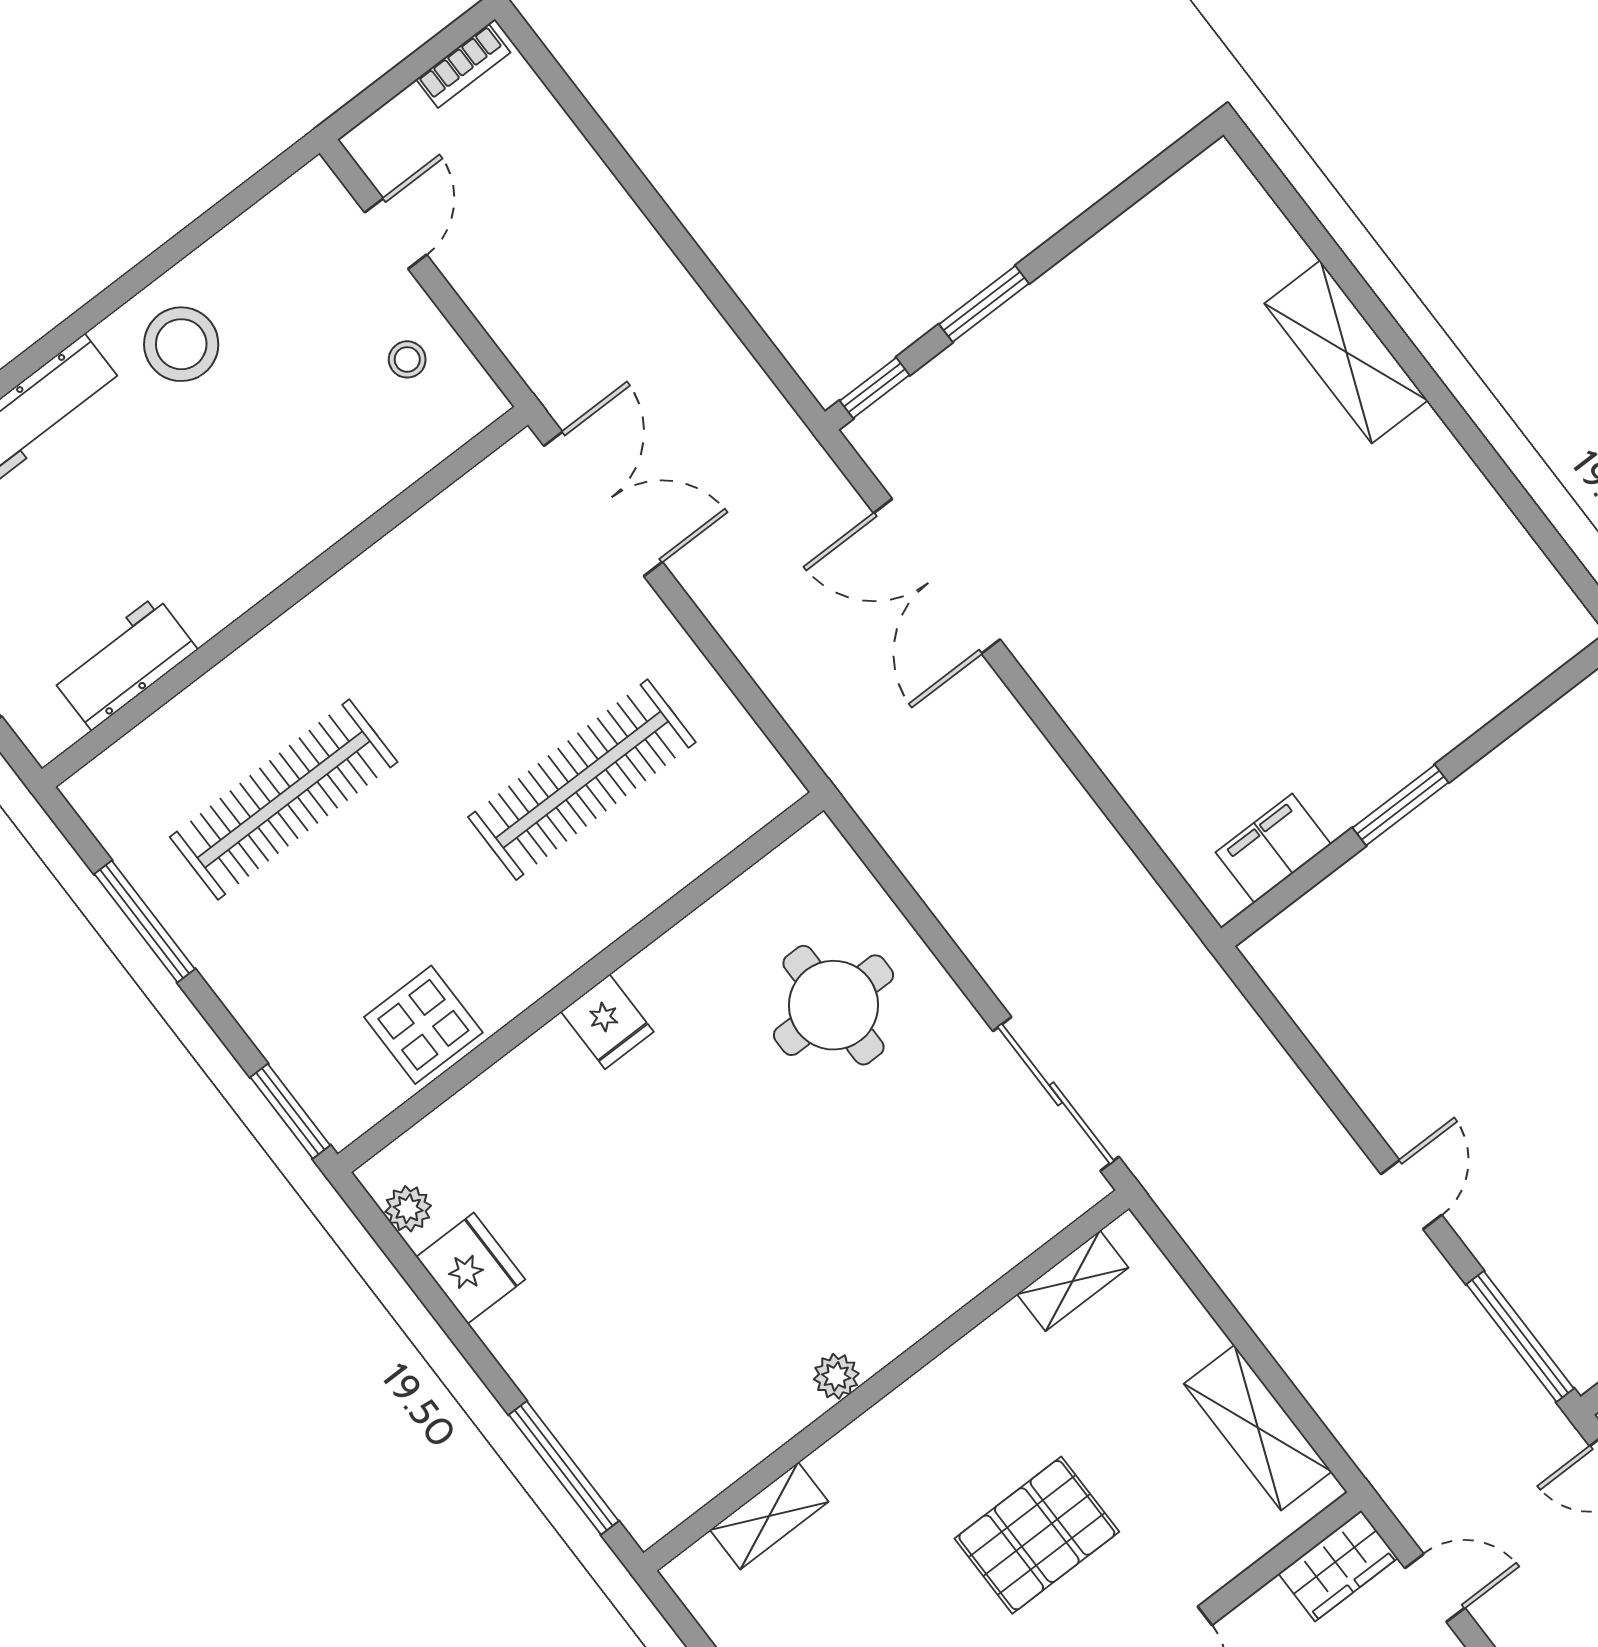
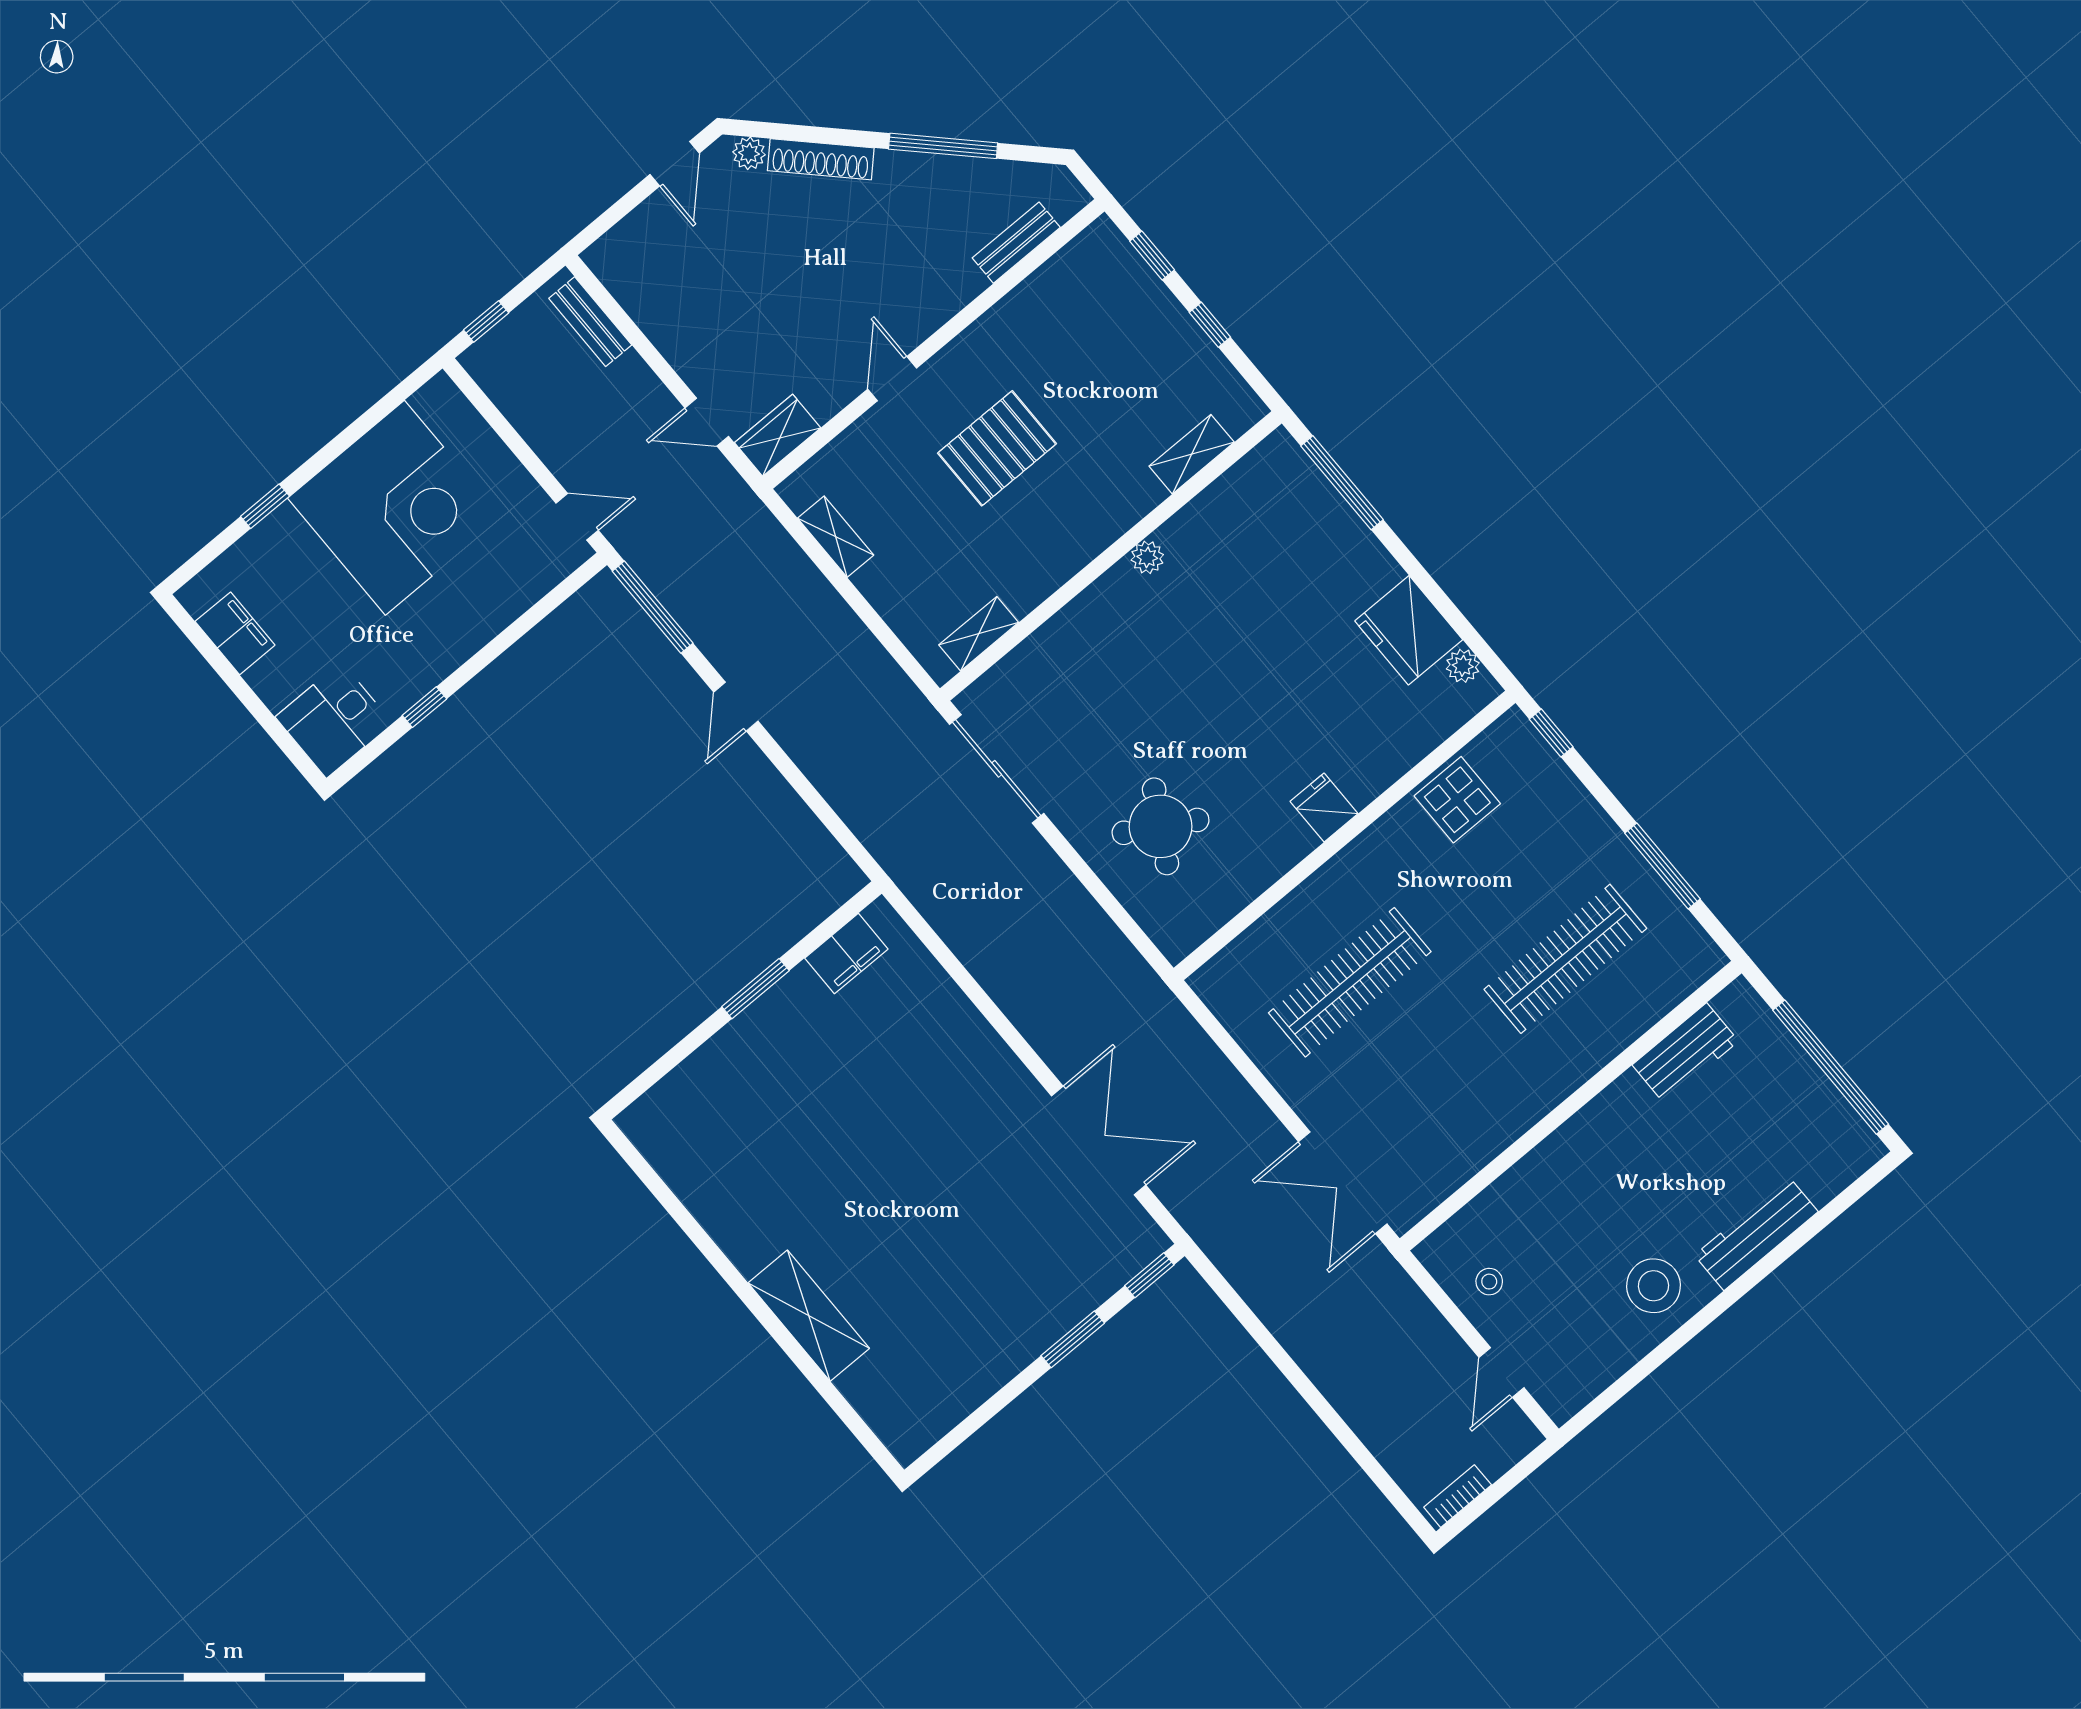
round table: (833, 1005) -> (1161, 826), turned 30
window: (290, 1111) -> (1551, 733), width x0.67
fridge: (471, 1268) -> (1409, 630), width x1.36, depth x1.34
shelving: (1258, 1428) -> (836, 537), width x0.67, depth x0.75

